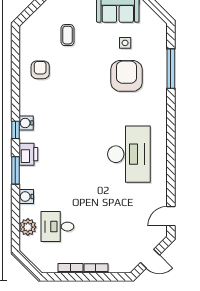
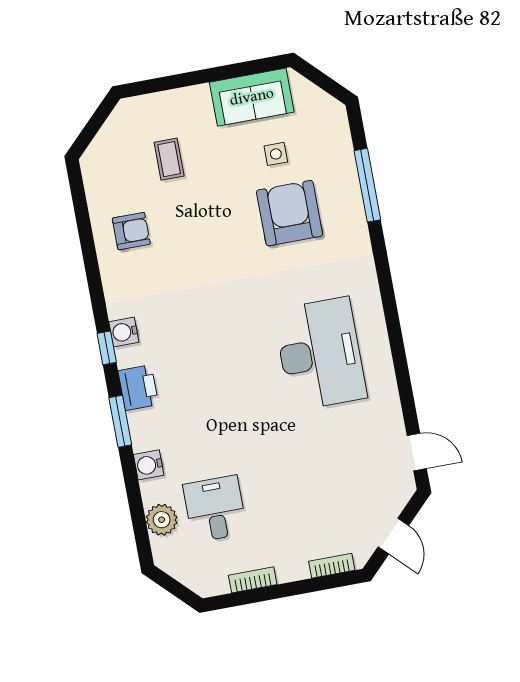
armchair: (40, 70) -> (131, 231), turned 90
door: (171, 216) -> (417, 452), swing flipped
desk: (57, 227) -> (215, 509), turned 90
door: (150, 259) -> (393, 536), hinge flipped
bookcase: (96, 268) -> (332, 566), moved

